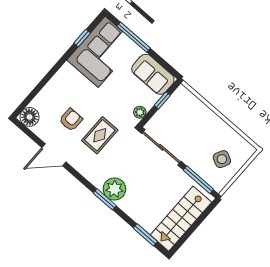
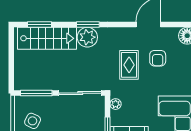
stairs: (181, 219) -> (47, 38), moved, turned 90

